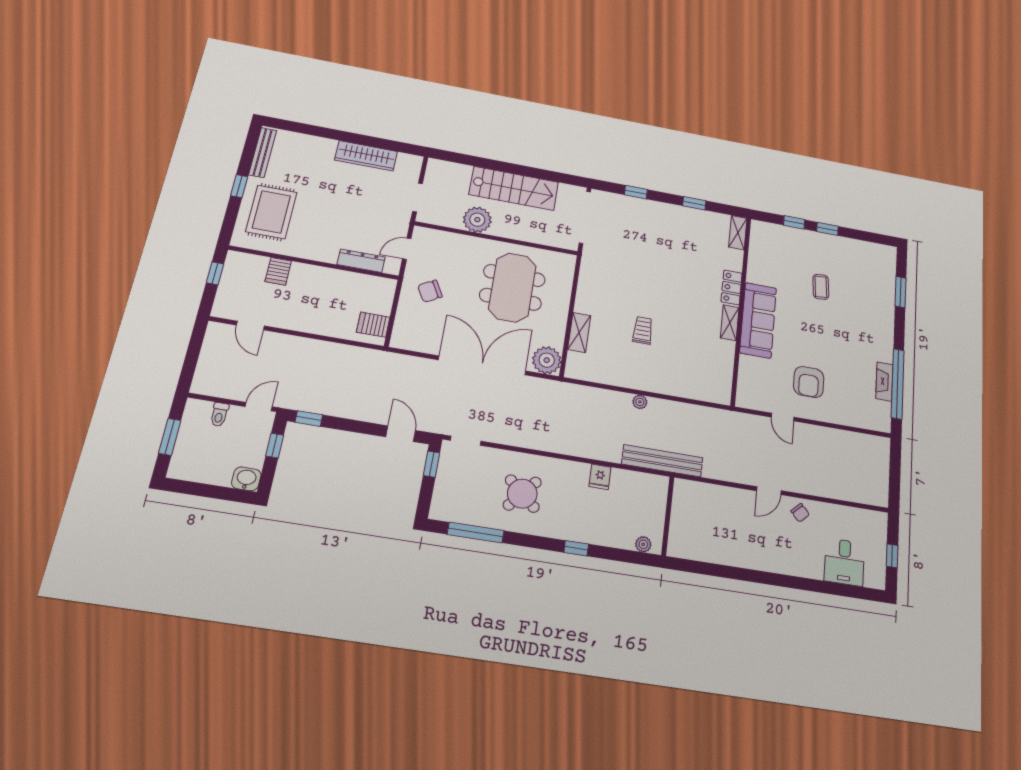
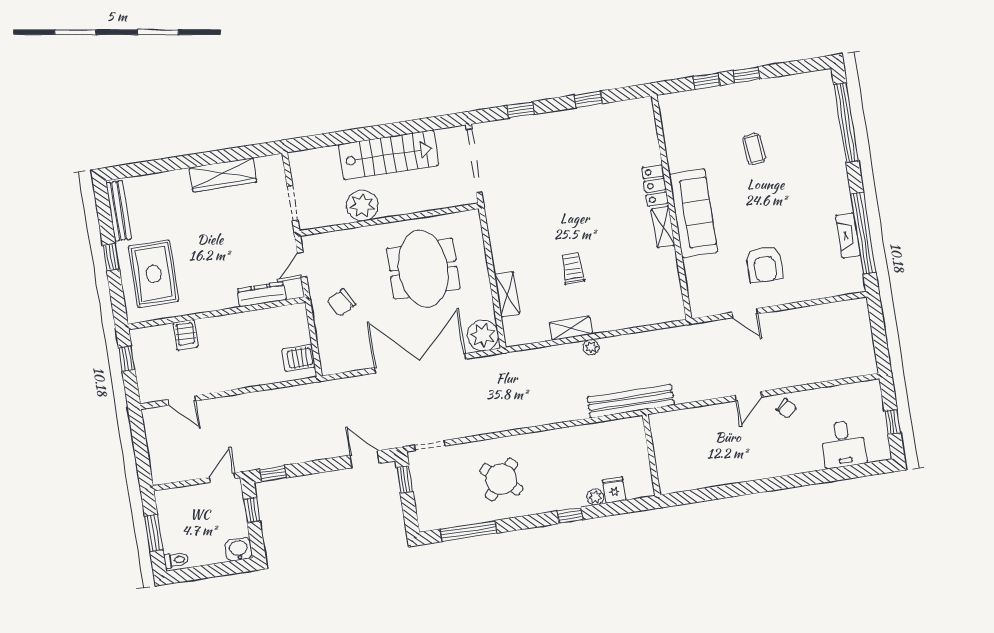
shelving: (738, 233) -> (571, 328), moved, turned 90
window: (901, 292) -> (846, 123), width x2.11
toilet: (219, 414) -> (176, 560), moved, turned -90
fridge: (600, 477) -> (614, 490), moved, turned 180
plant: (643, 544) -> (595, 497), moved

